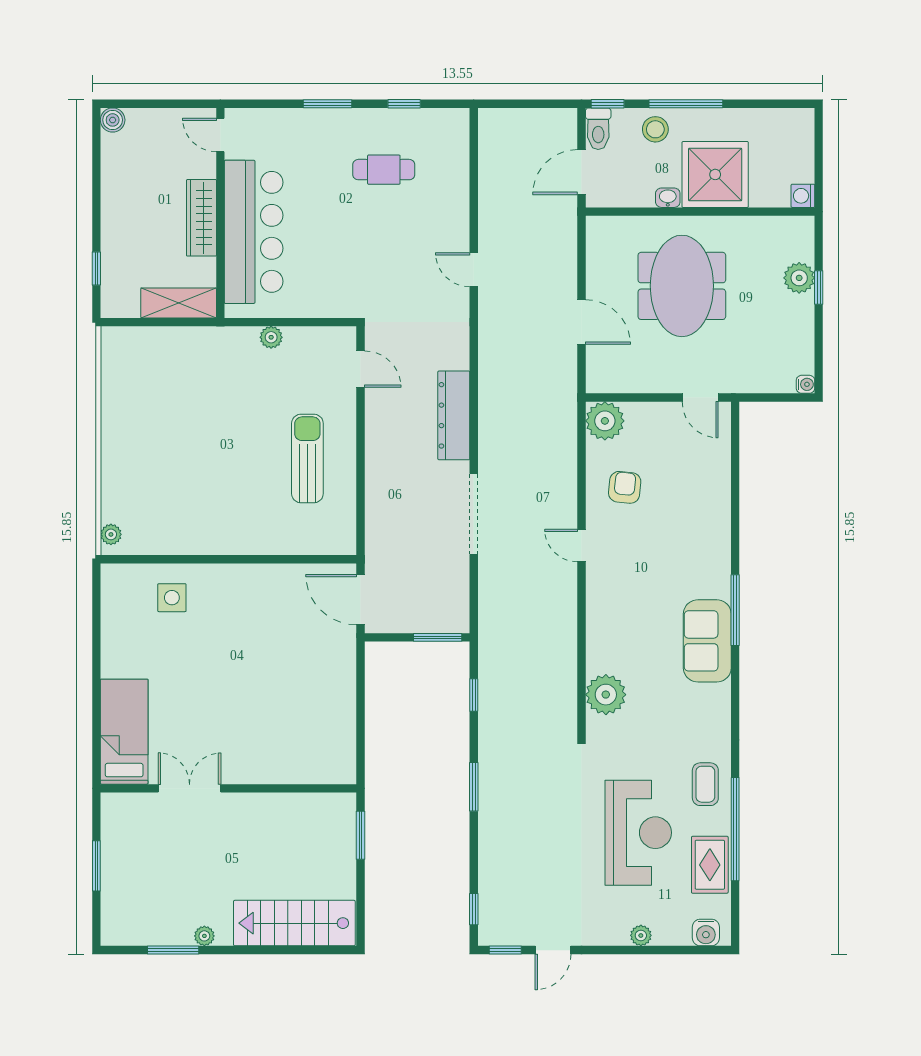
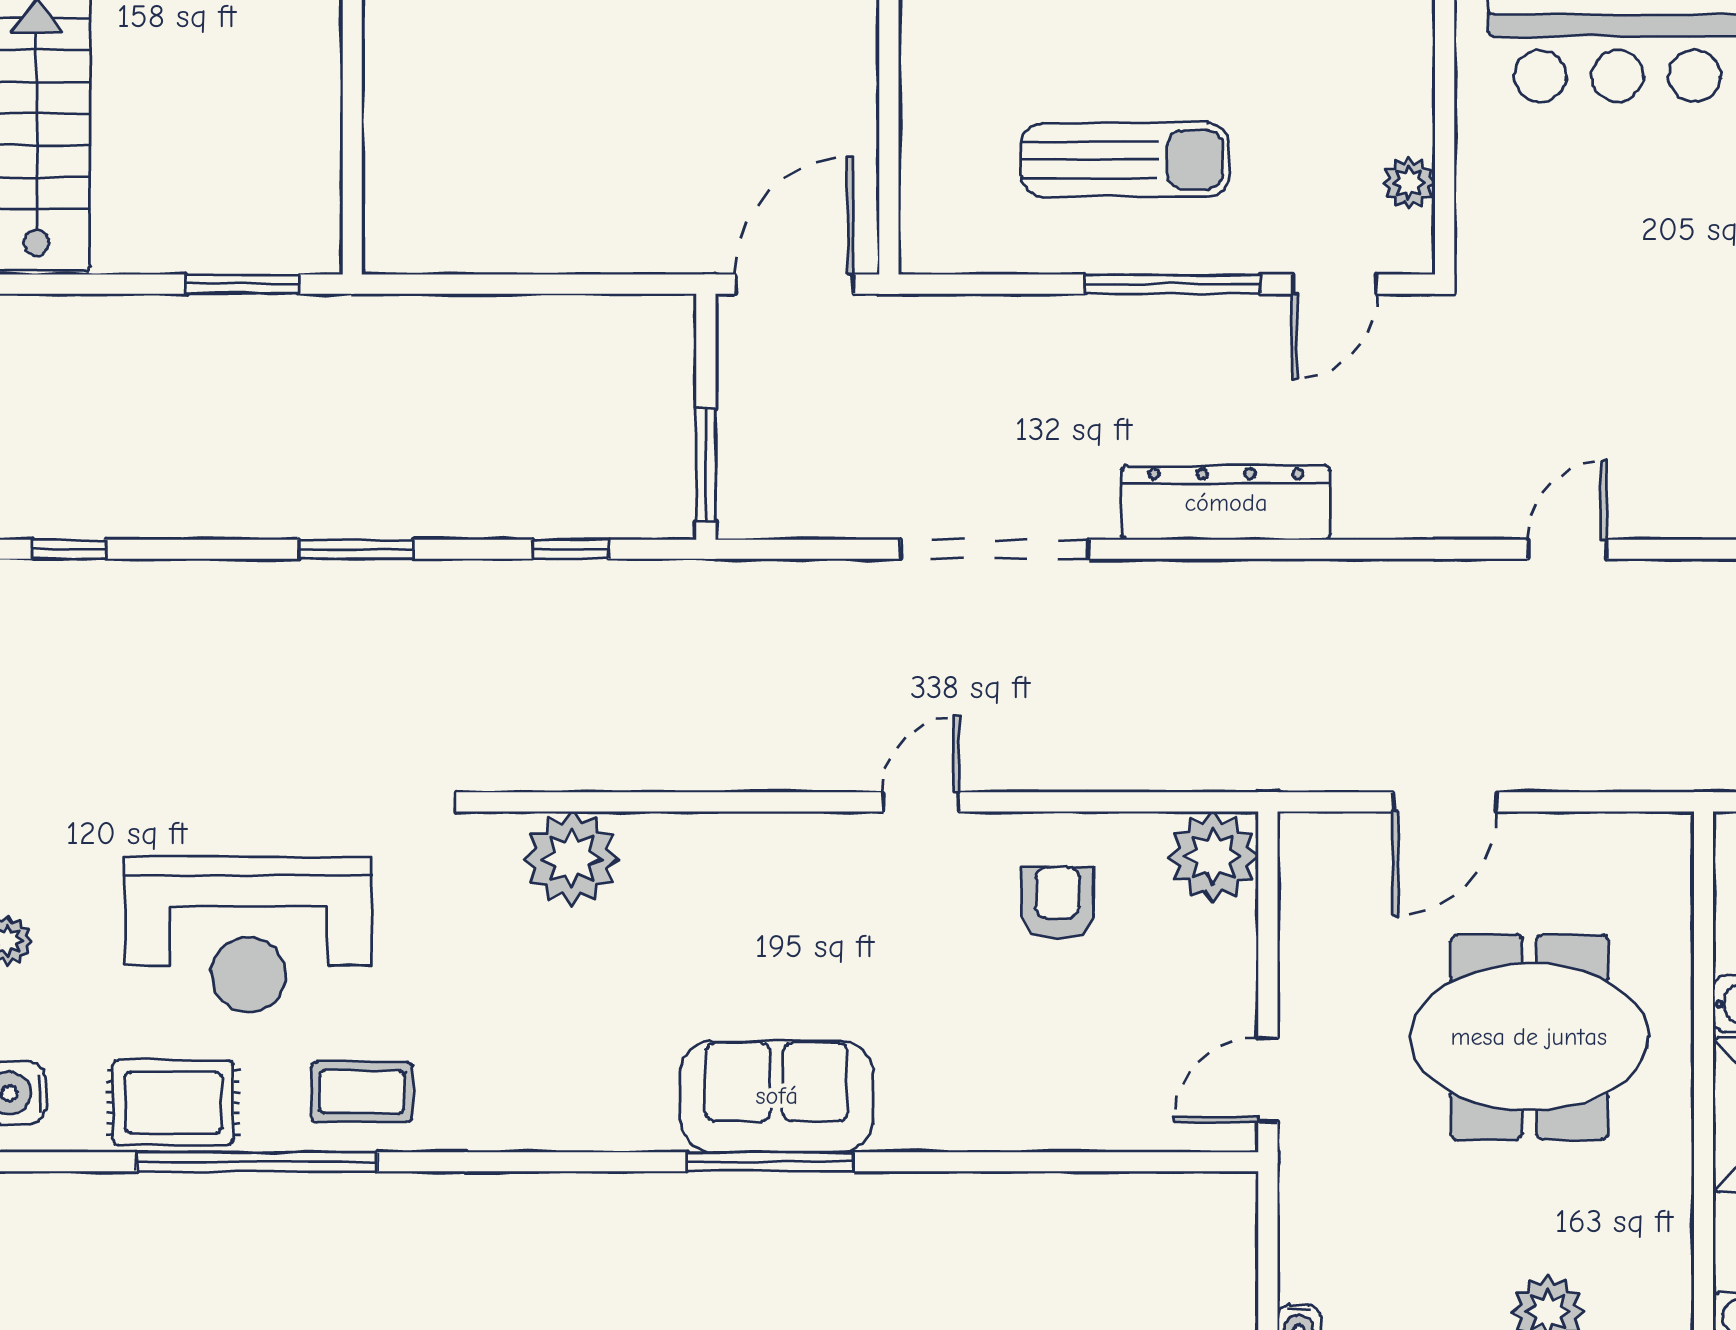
plant: (271, 337) -> (1409, 183), moved
window: (361, 438) -> (1172, 284), added
armchair: (625, 487) -> (1057, 903), turned -96
sofa: (707, 641) -> (777, 1096), moved

